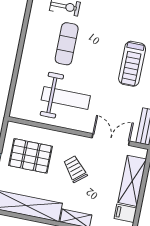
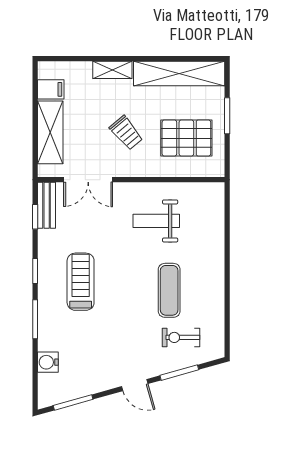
weight bench: (66, 98) -> (156, 221), width x0.73, depth x0.75

